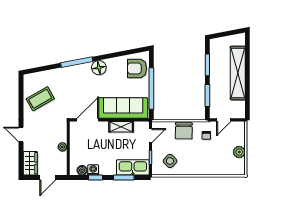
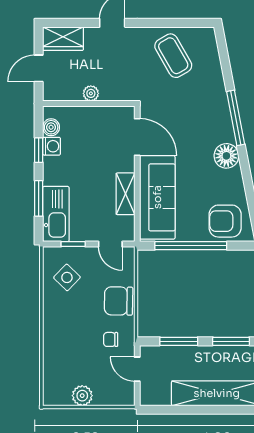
armchair: (137, 68) -> (225, 221), turned -90
door: (48, 178) -> (39, 68), hinge flipped

